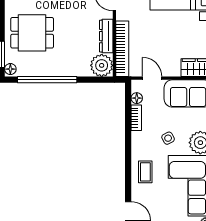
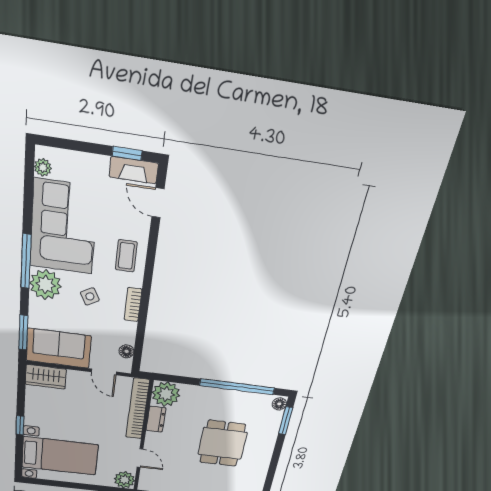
dining table: (32, 33) -> (222, 443), moved, turned 90
dresser: (106, 36) -> (156, 419), width x0.70
bookcase: (136, 118) -> (133, 305), moved

